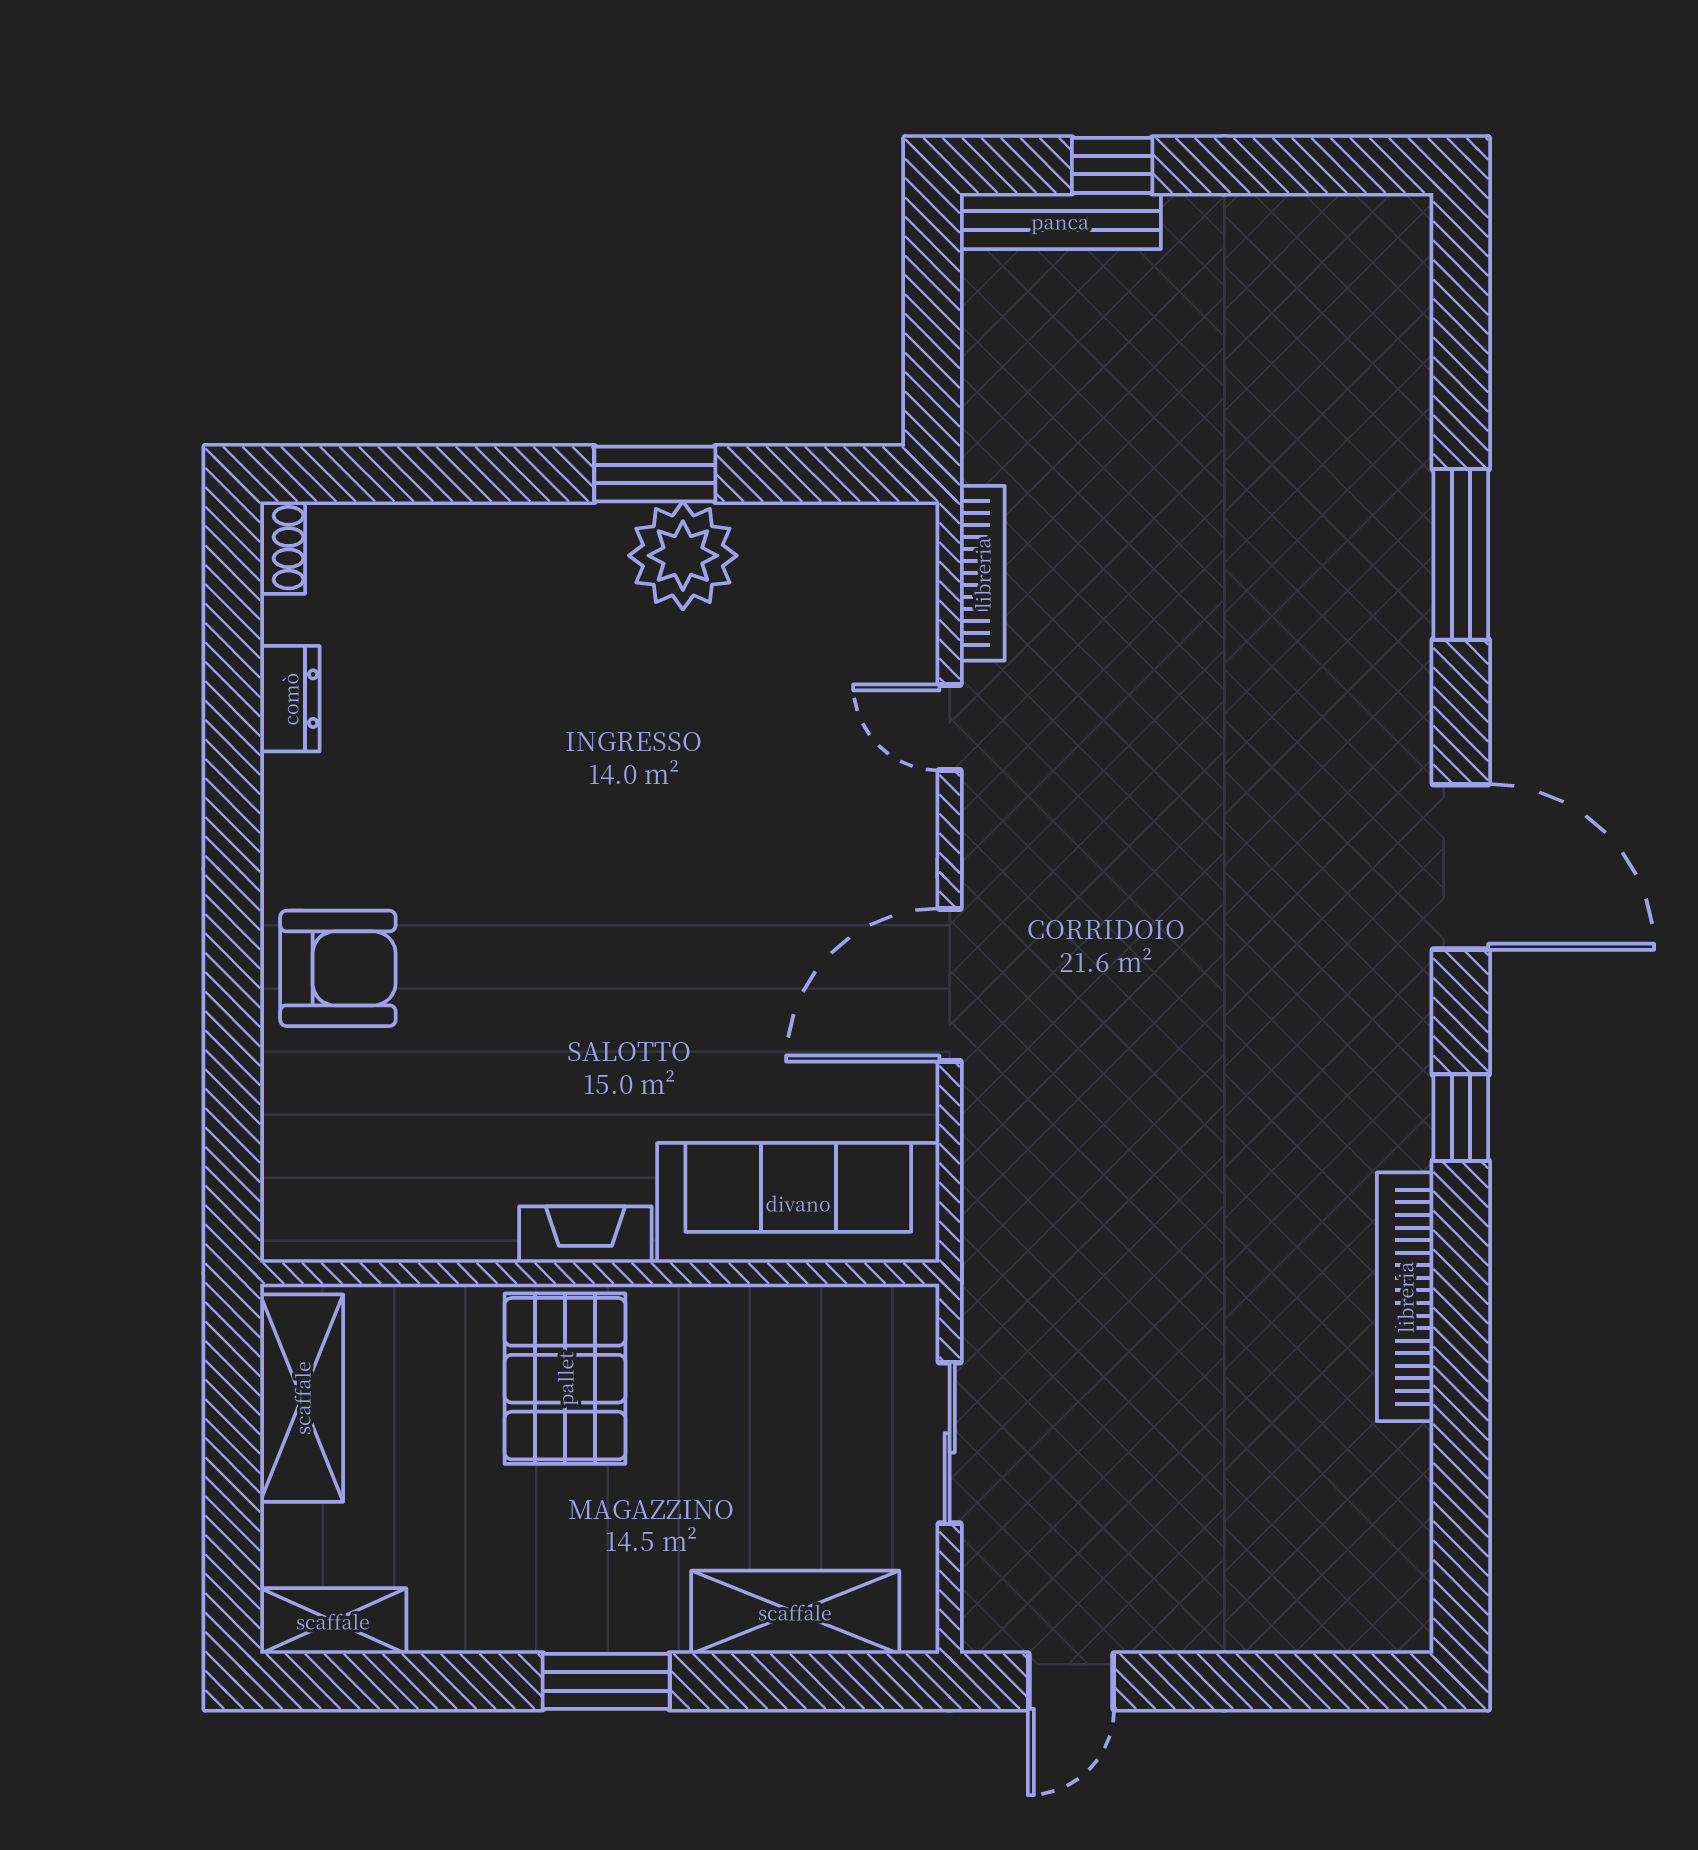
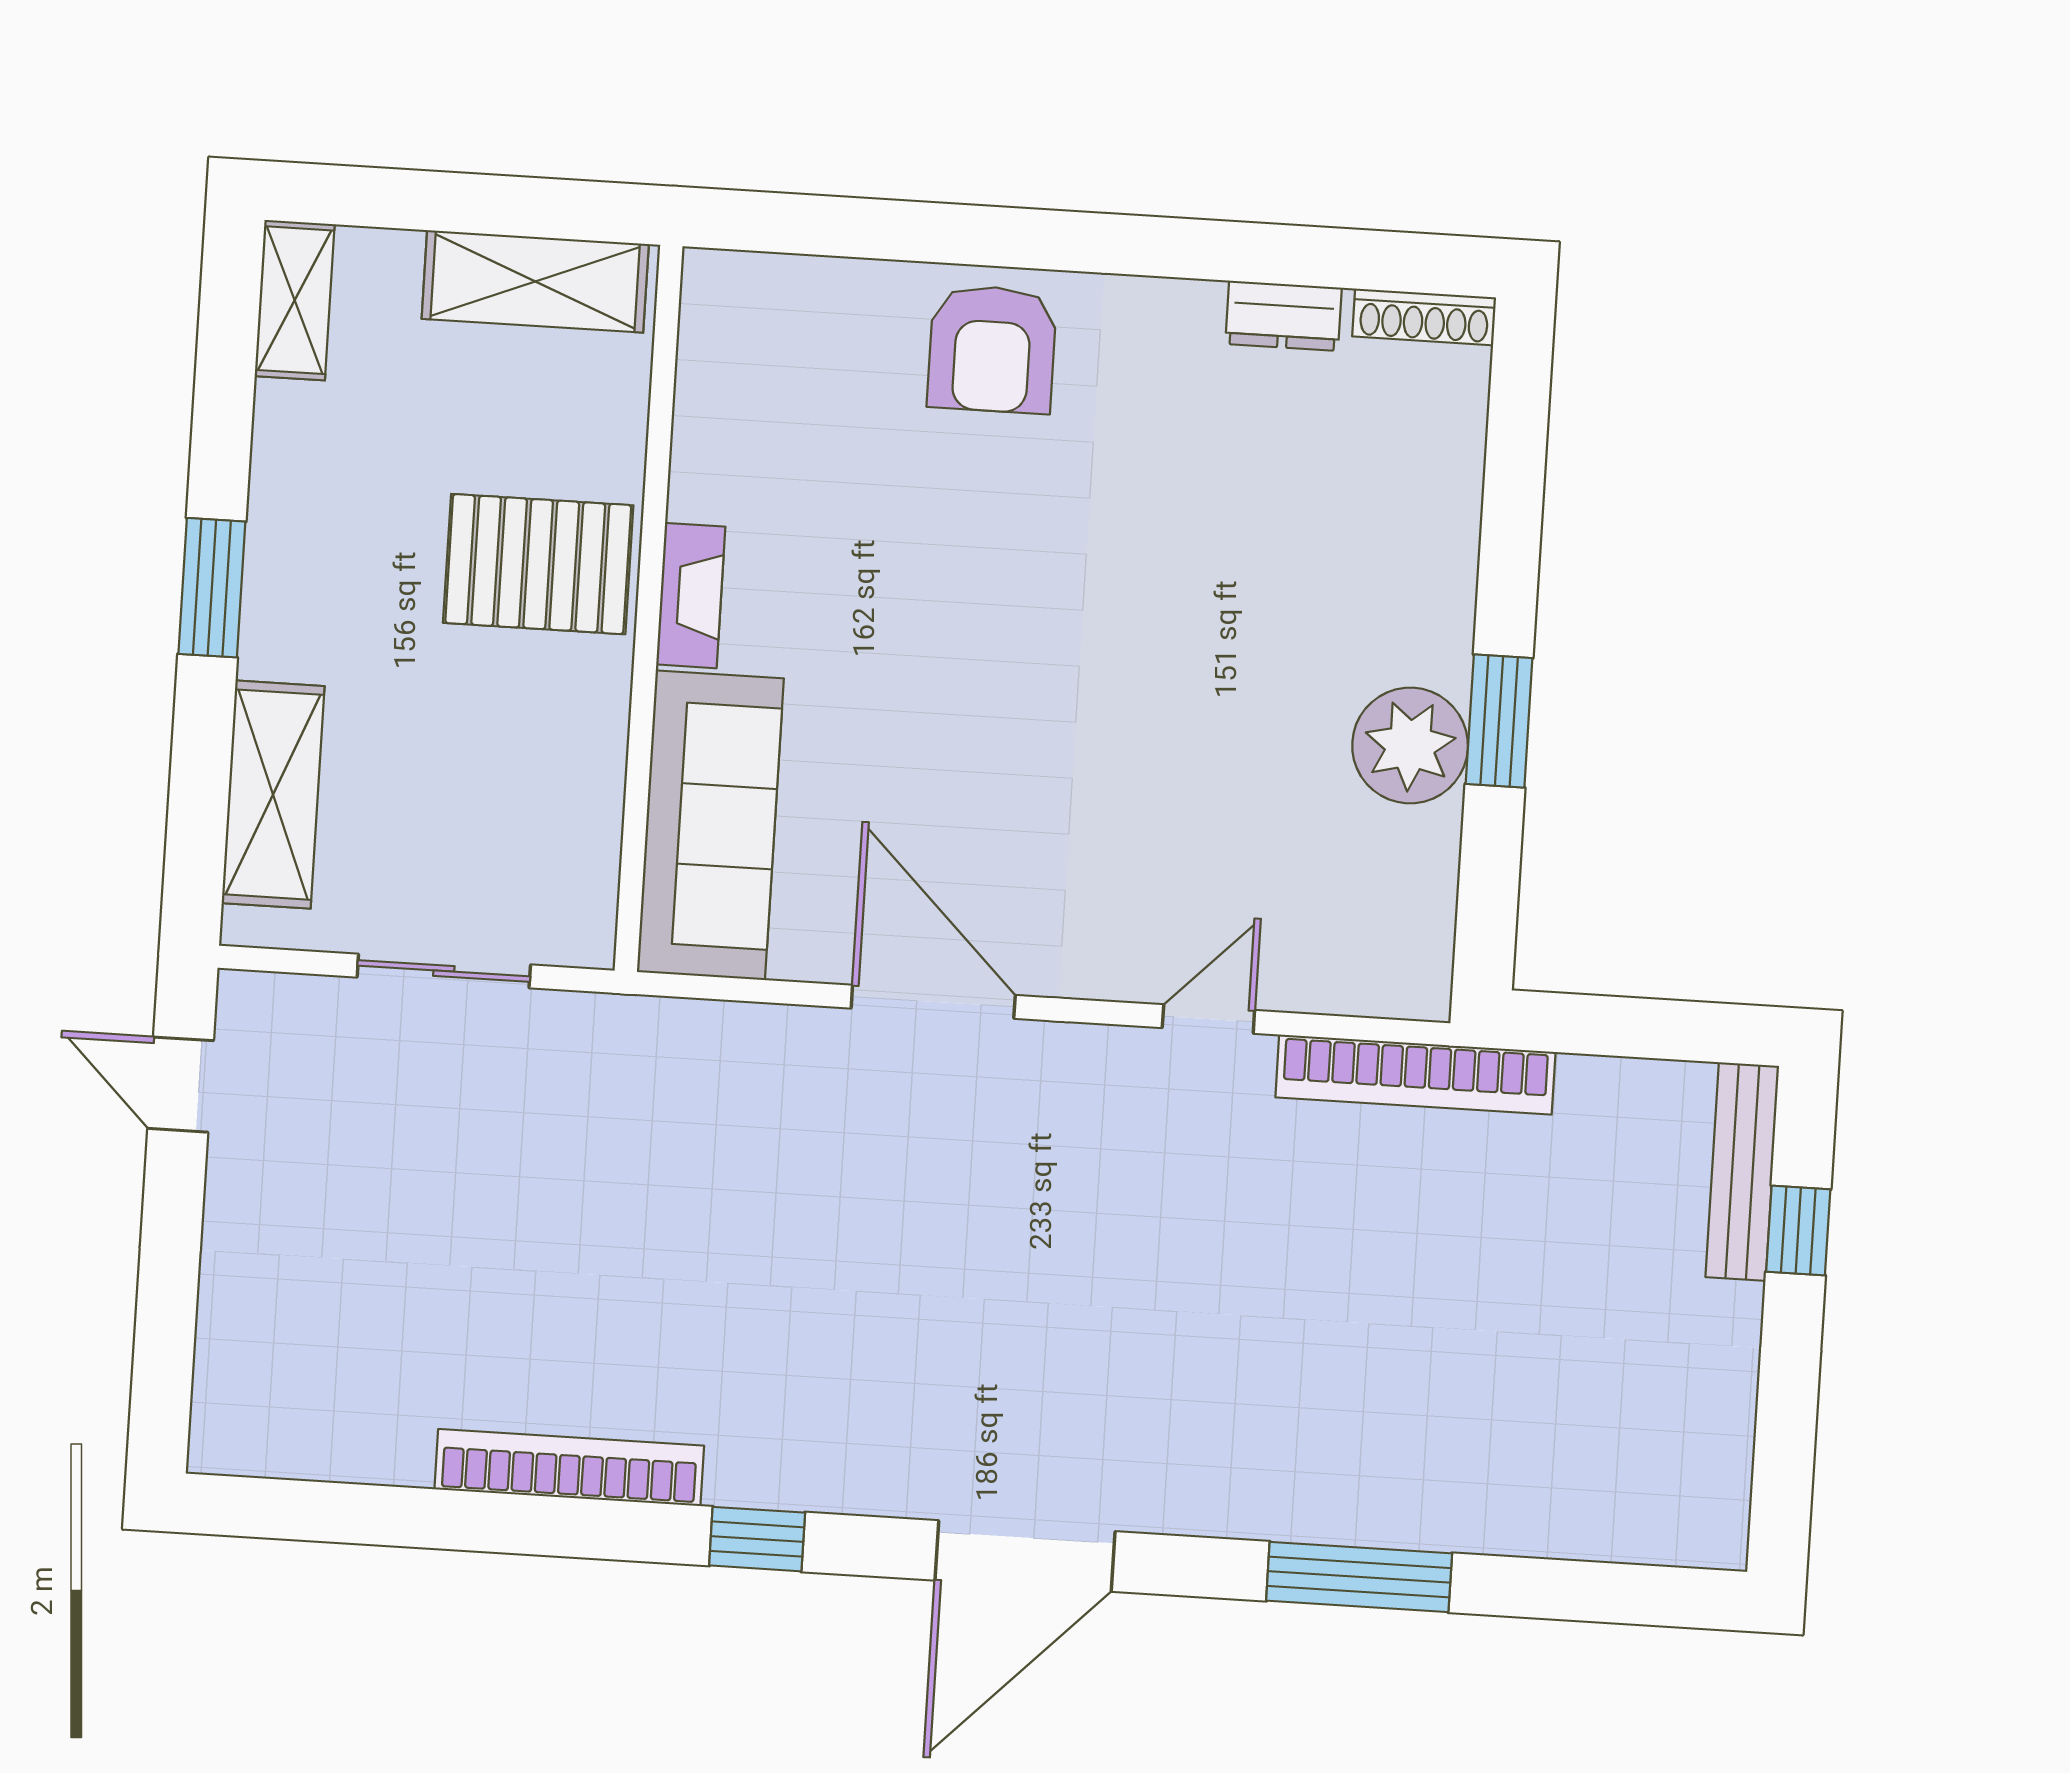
shoe rack: (283, 548) -> (1424, 317), width x1.43
bookcase: (982, 573) -> (1415, 1075), width x1.48, depth x1.31

